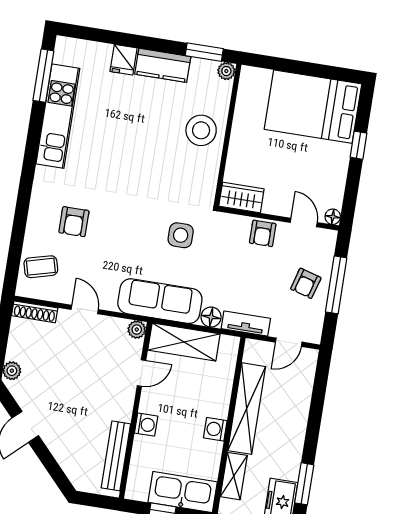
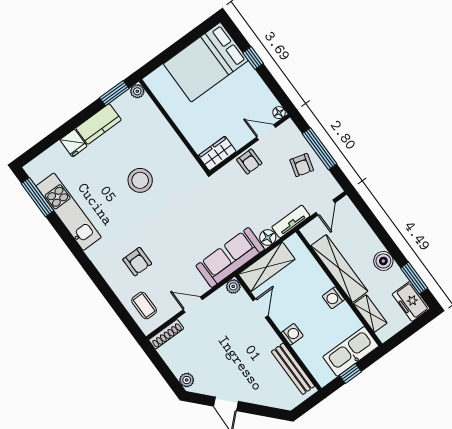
stool: (201, 130) -> (140, 180), moved
side table: (181, 235) -> (205, 209), removed
coffee table: (41, 267) -> (144, 305), turned -75
boiler: (292, 441) -> (383, 261), added

